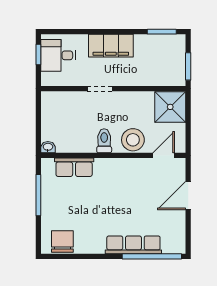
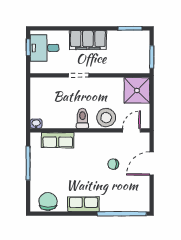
chair: (141, 196) -> (113, 164), added
row of seats: (133, 245) -> (83, 204), moved, width x0.68

